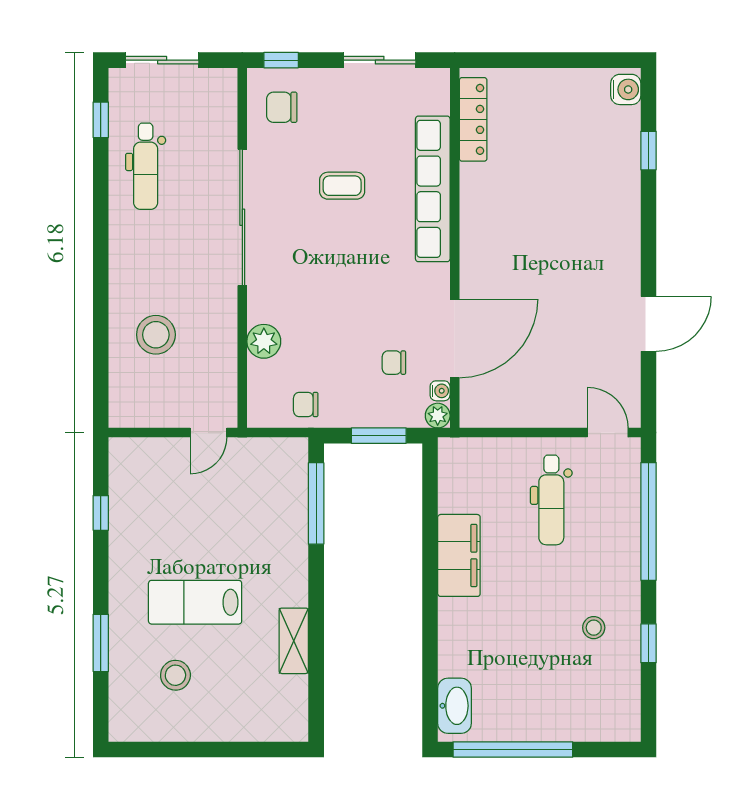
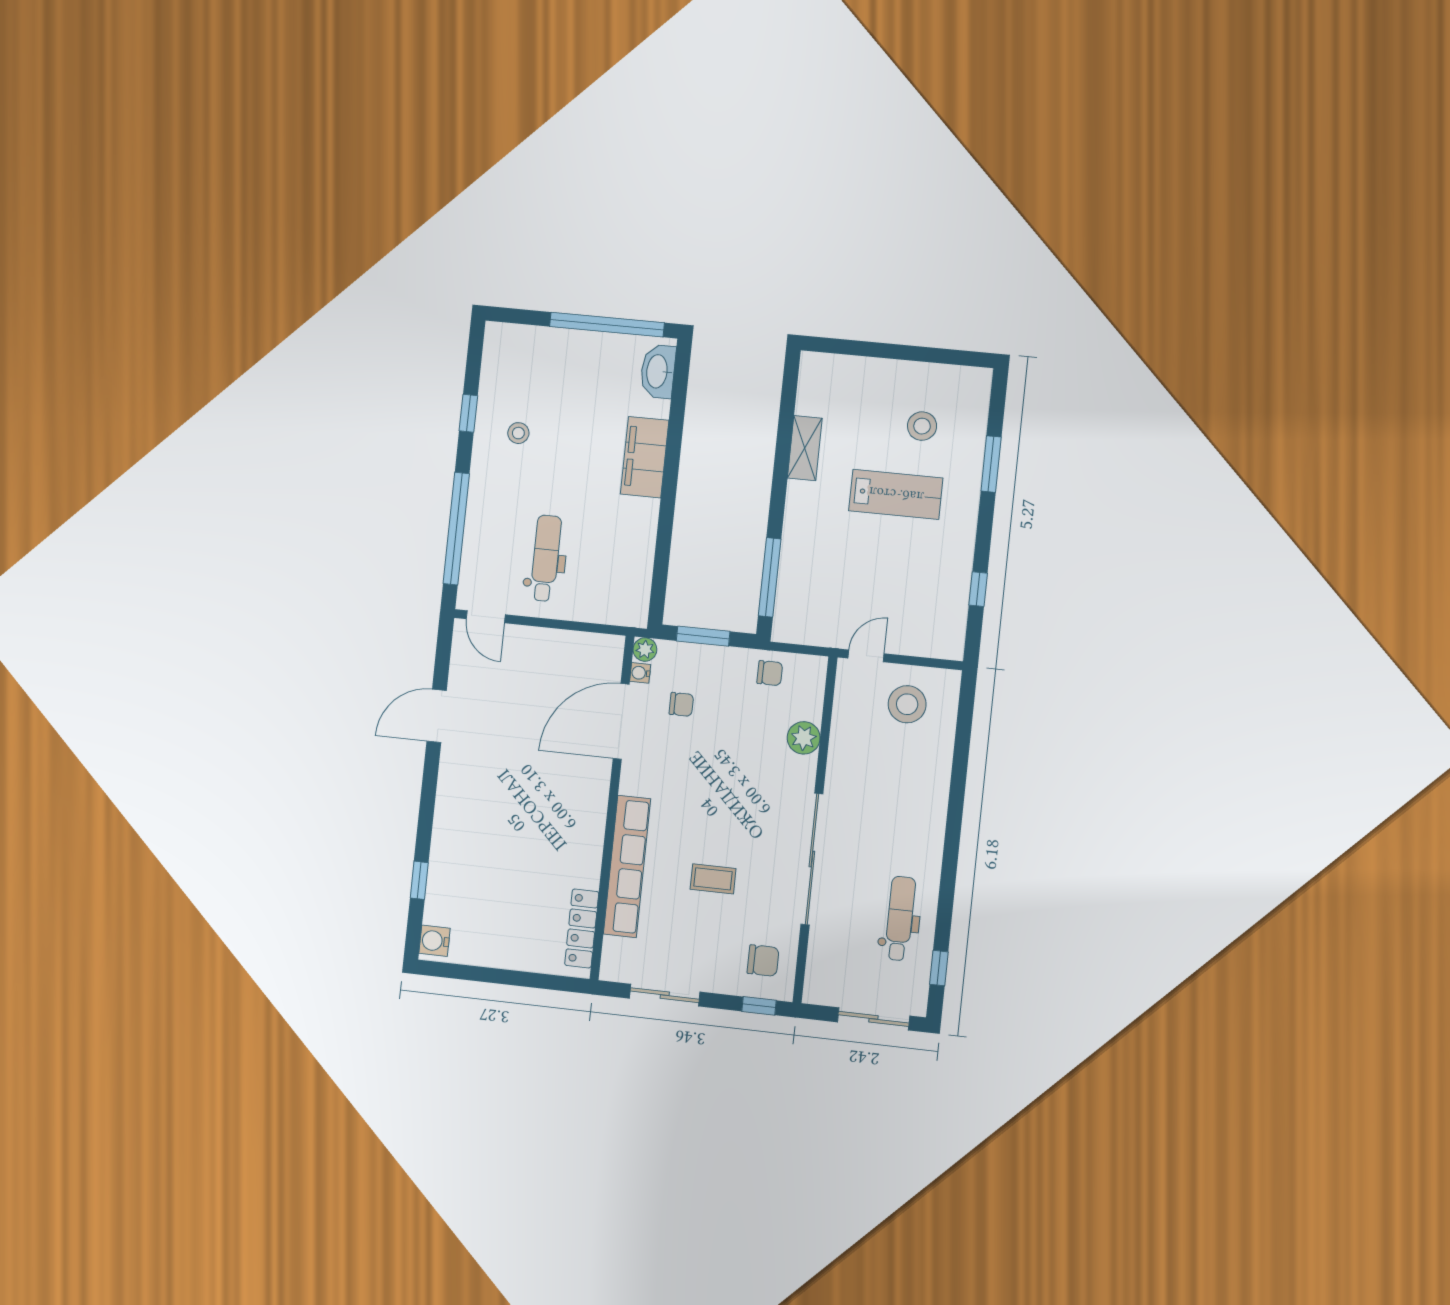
stool: (156, 335) -> (907, 704), moved
filing cabinet: (459, 555) -> (645, 457), moved

